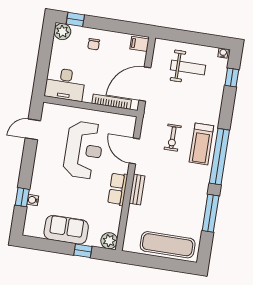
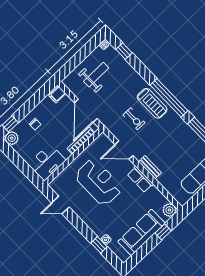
door: (33, 129) -> (60, 205), hinge flipped
sofa: (66, 230) -> (141, 232), width x1.36

